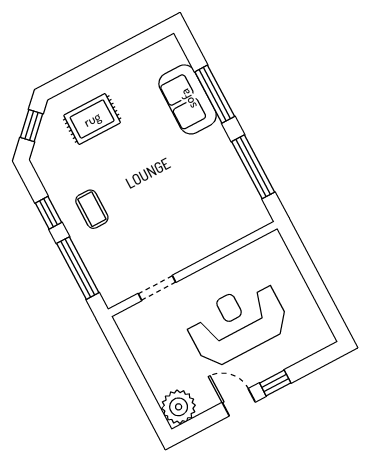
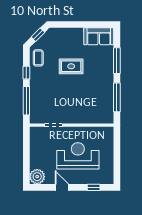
sofa: (188, 99) -> (99, 36), moved, turned -90
rug: (92, 119) -> (71, 66), moved
coffee table: (92, 209) -> (38, 58), moved
window: (275, 383) -> (94, 187), moved

